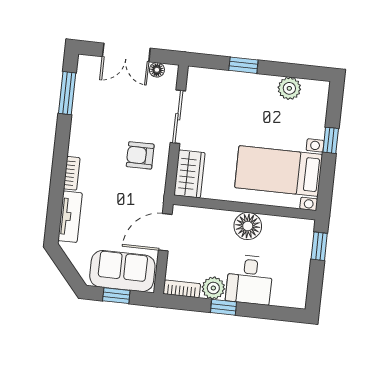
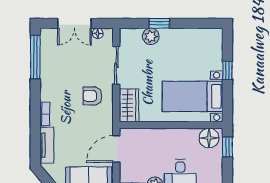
plant: (289, 88) -> (151, 36), moved
window: (67, 93) -> (35, 57), width x1.44
floor lamp: (248, 226) -> (209, 138), moved

